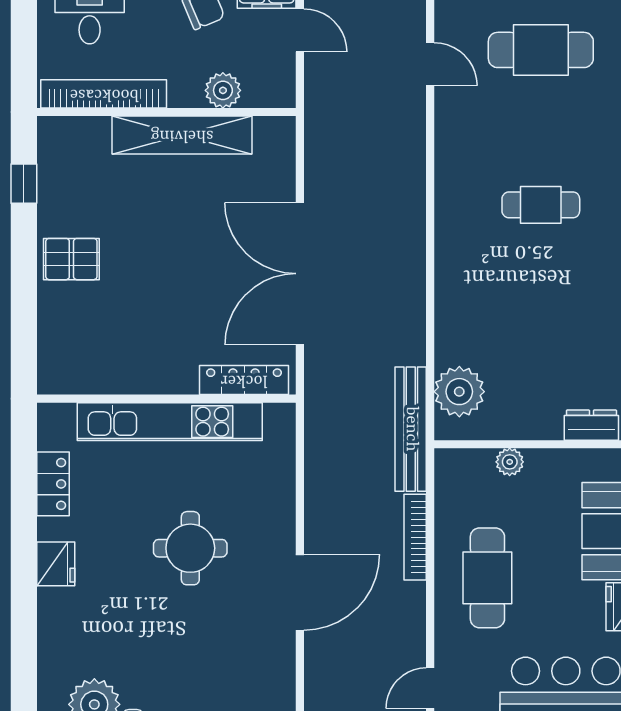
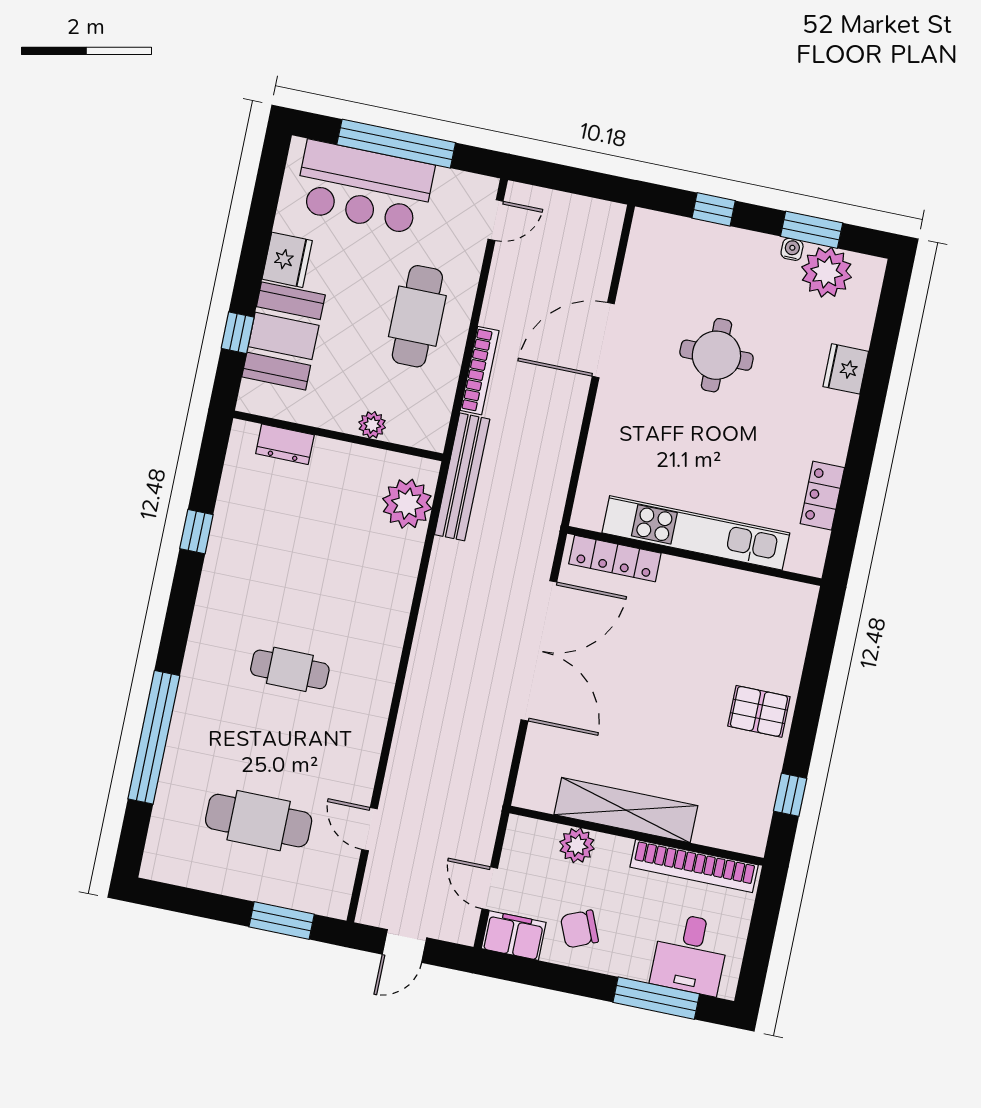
round table: (190, 548) -> (716, 355), moved
fridge: (56, 564) -> (846, 369), moved

